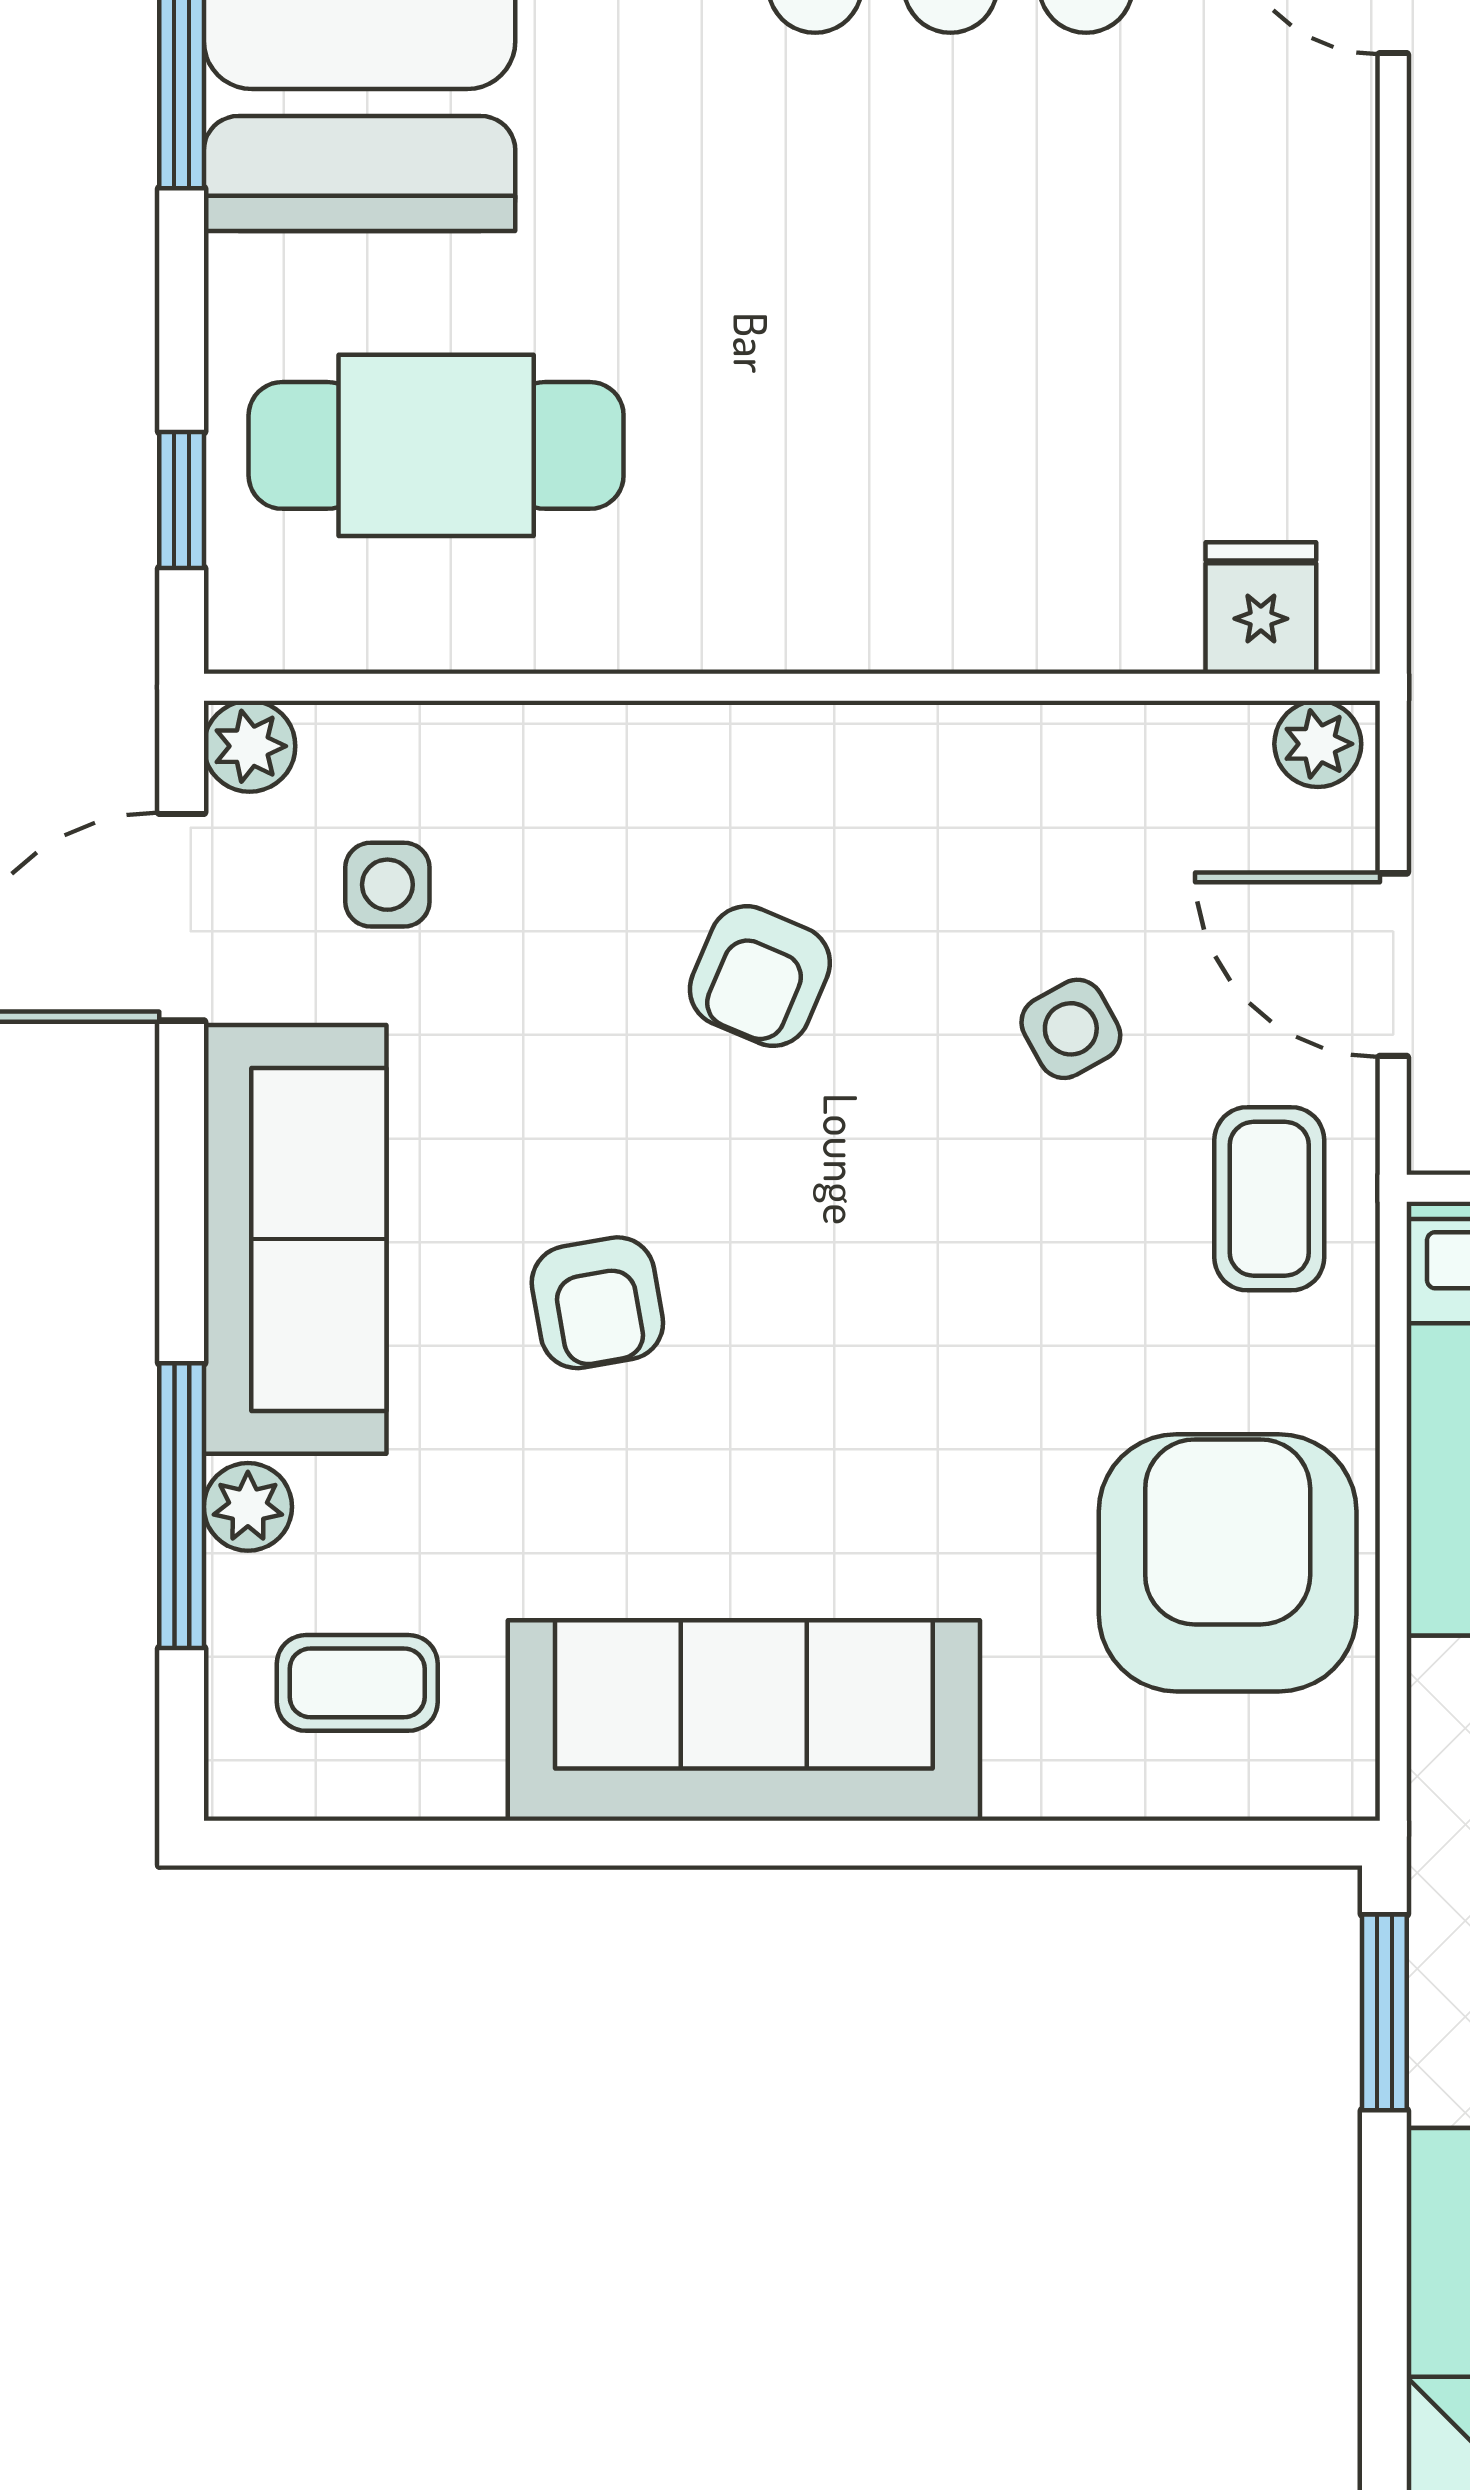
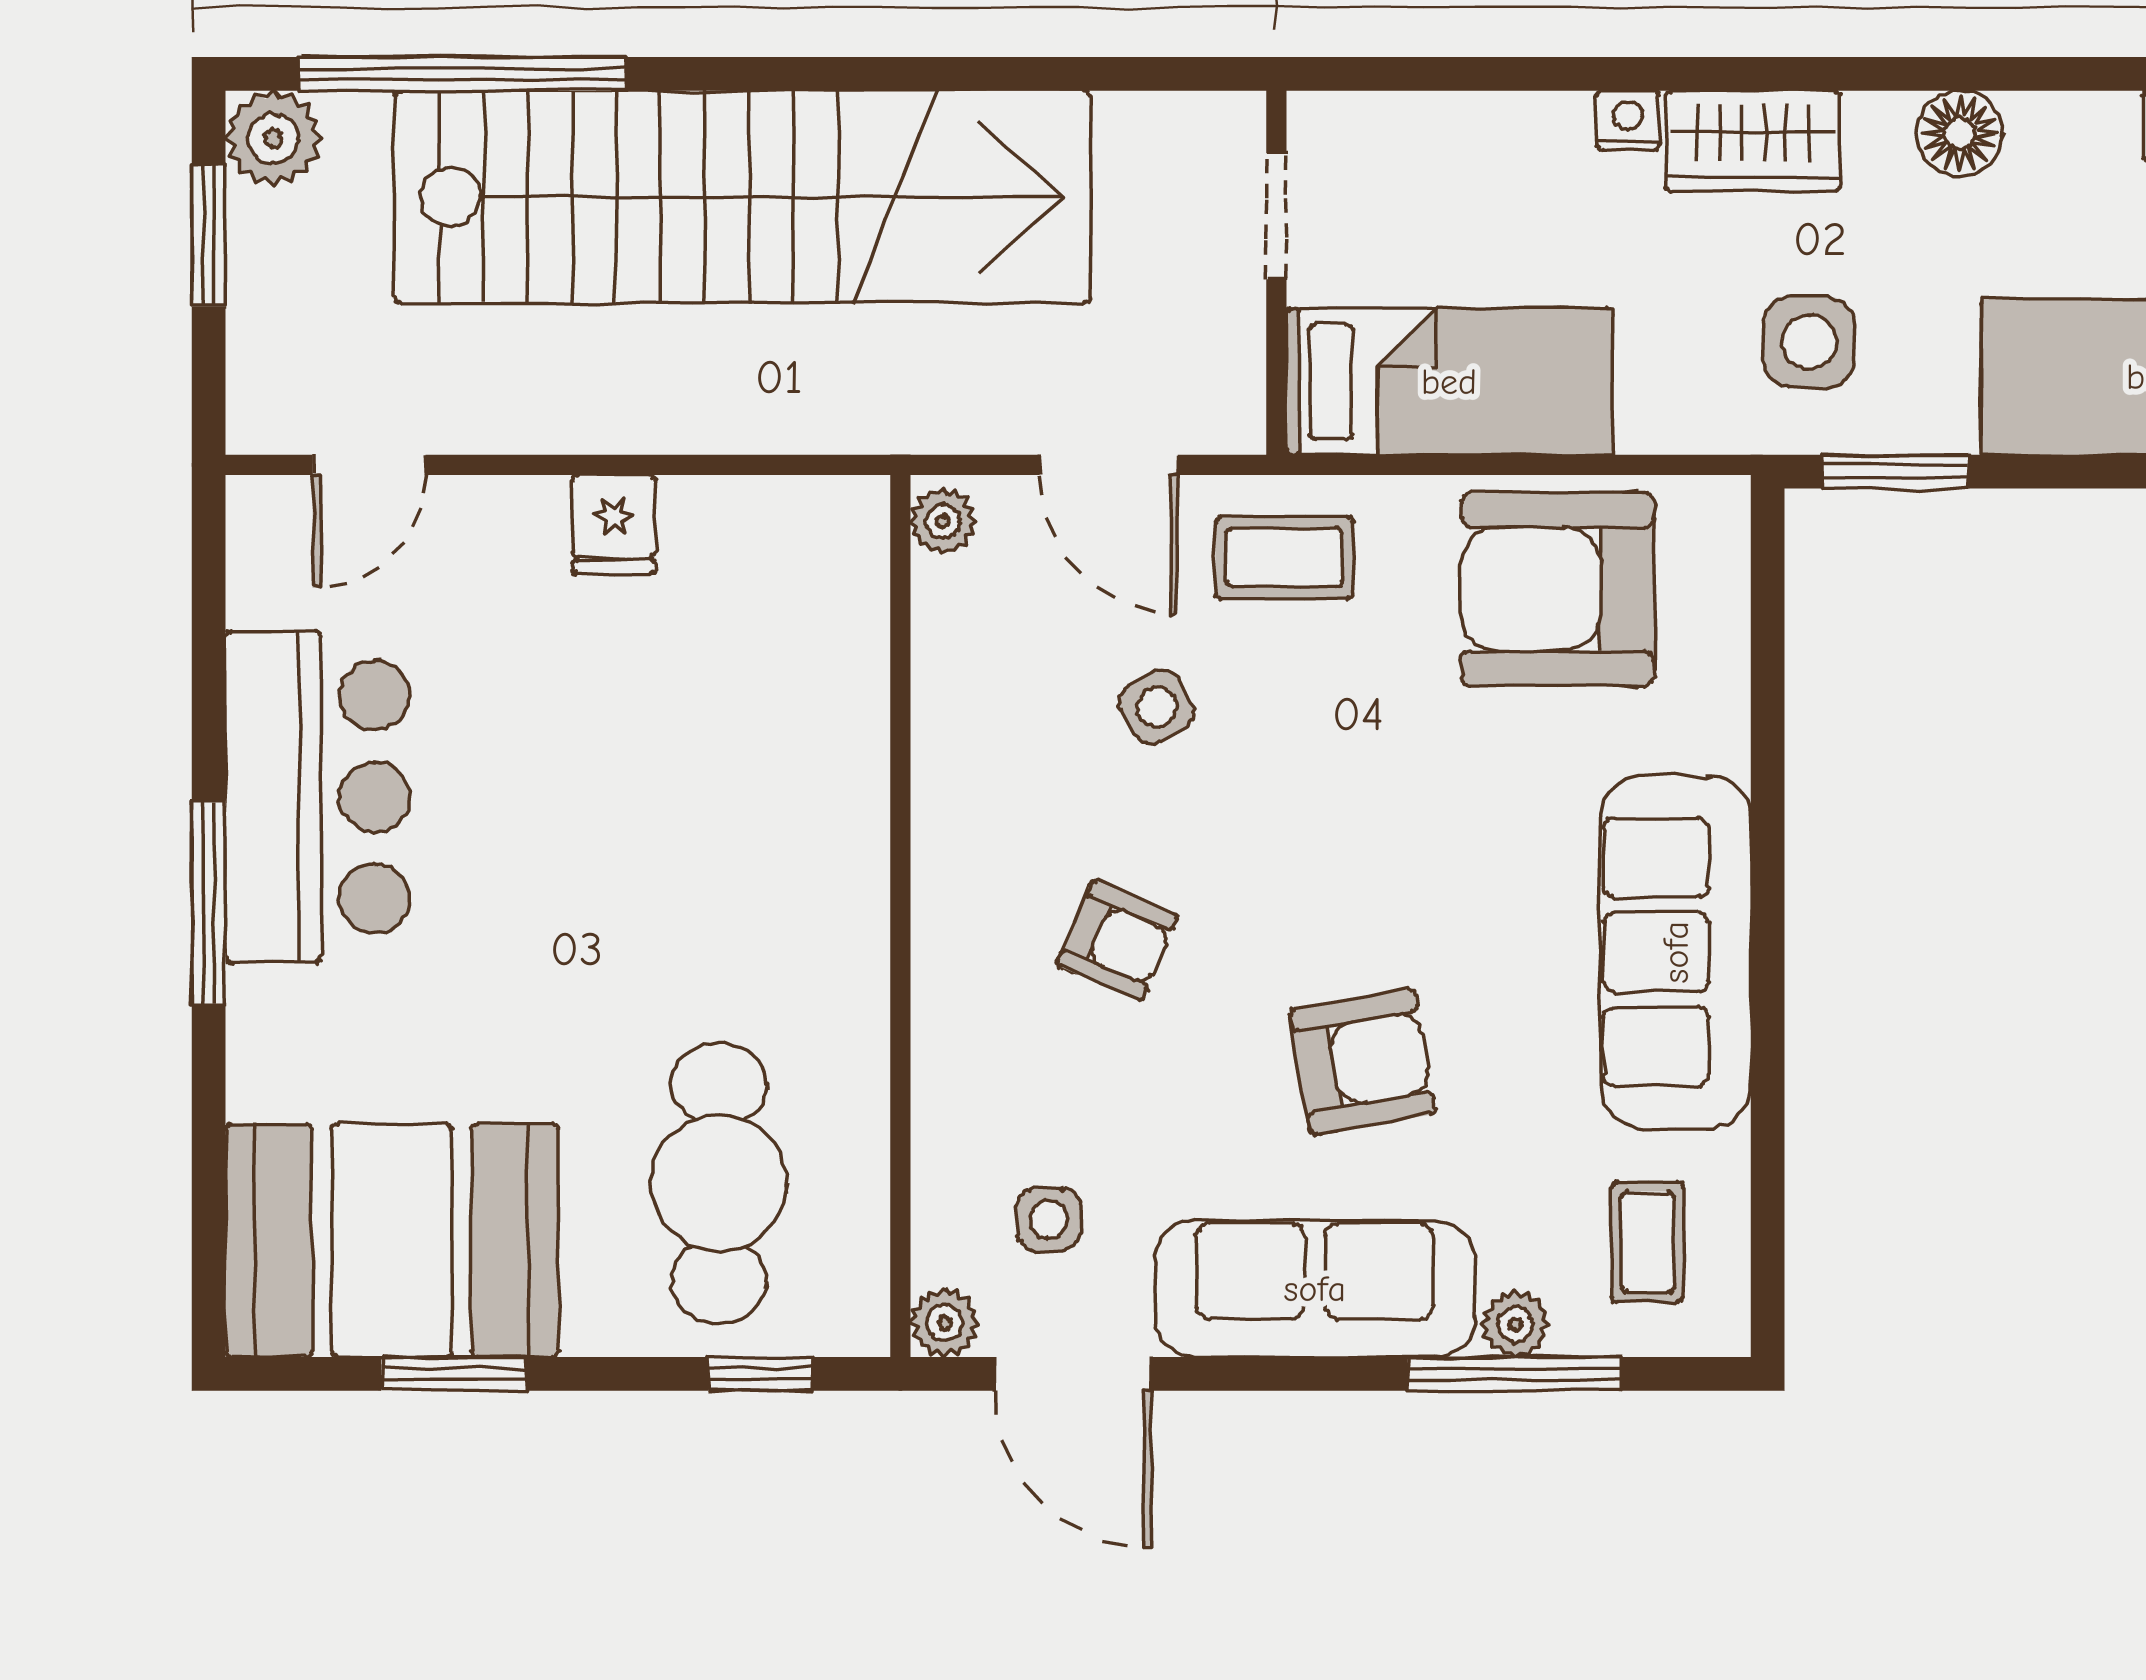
fridge: (1261, 608) -> (614, 524), moved, turned -90
door: (1393, 965) -> (1109, 465), hinge flipped
armchair: (597, 1303) -> (1362, 1062), width x1.38, depth x1.38

